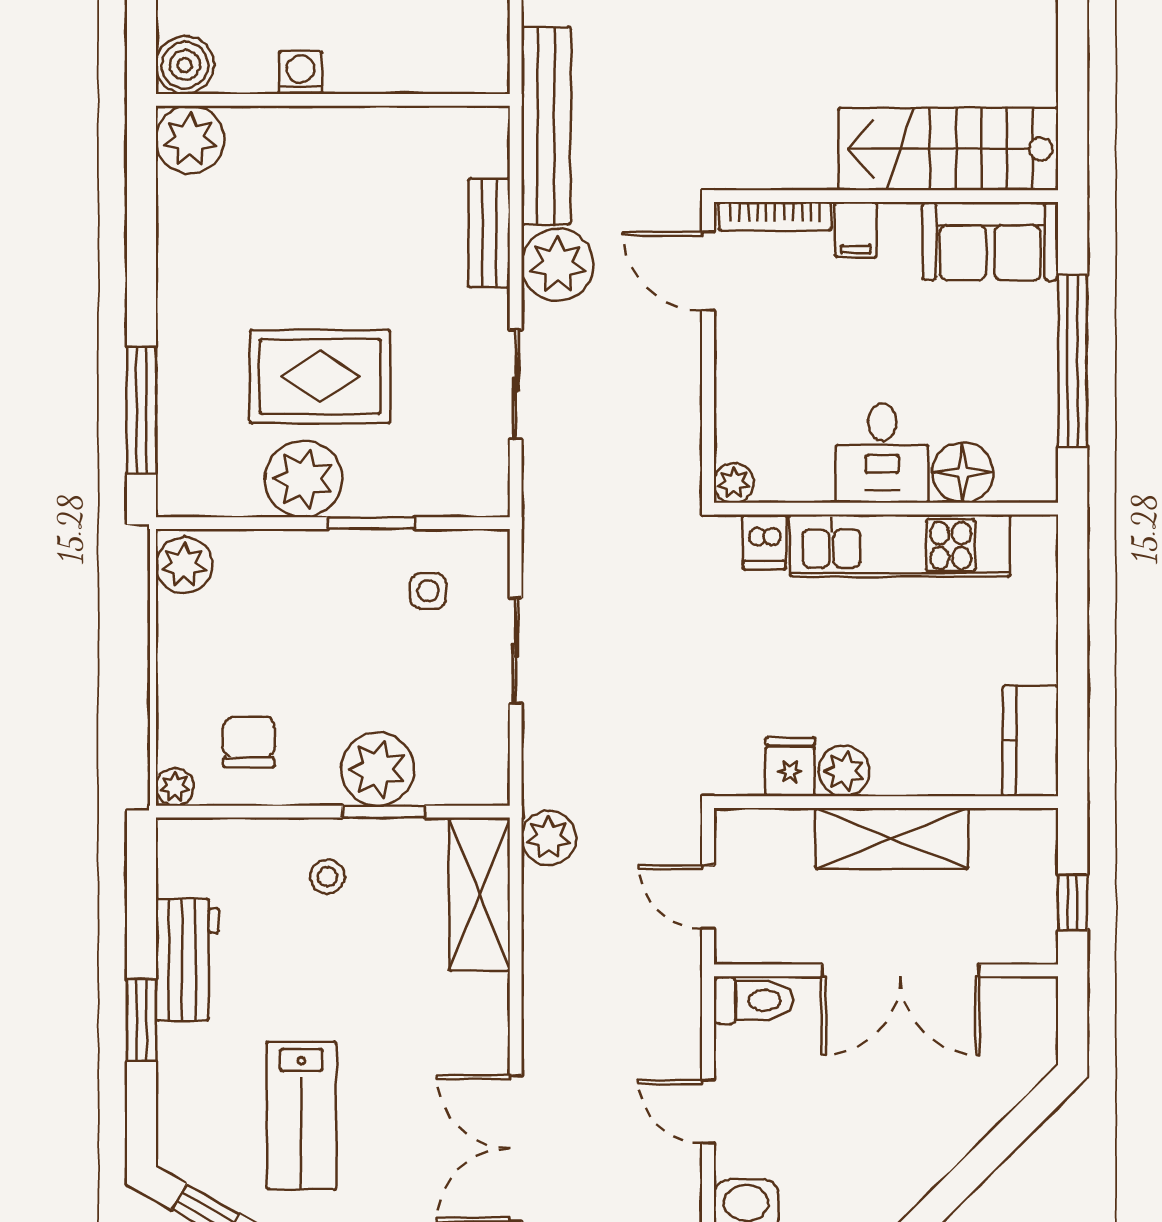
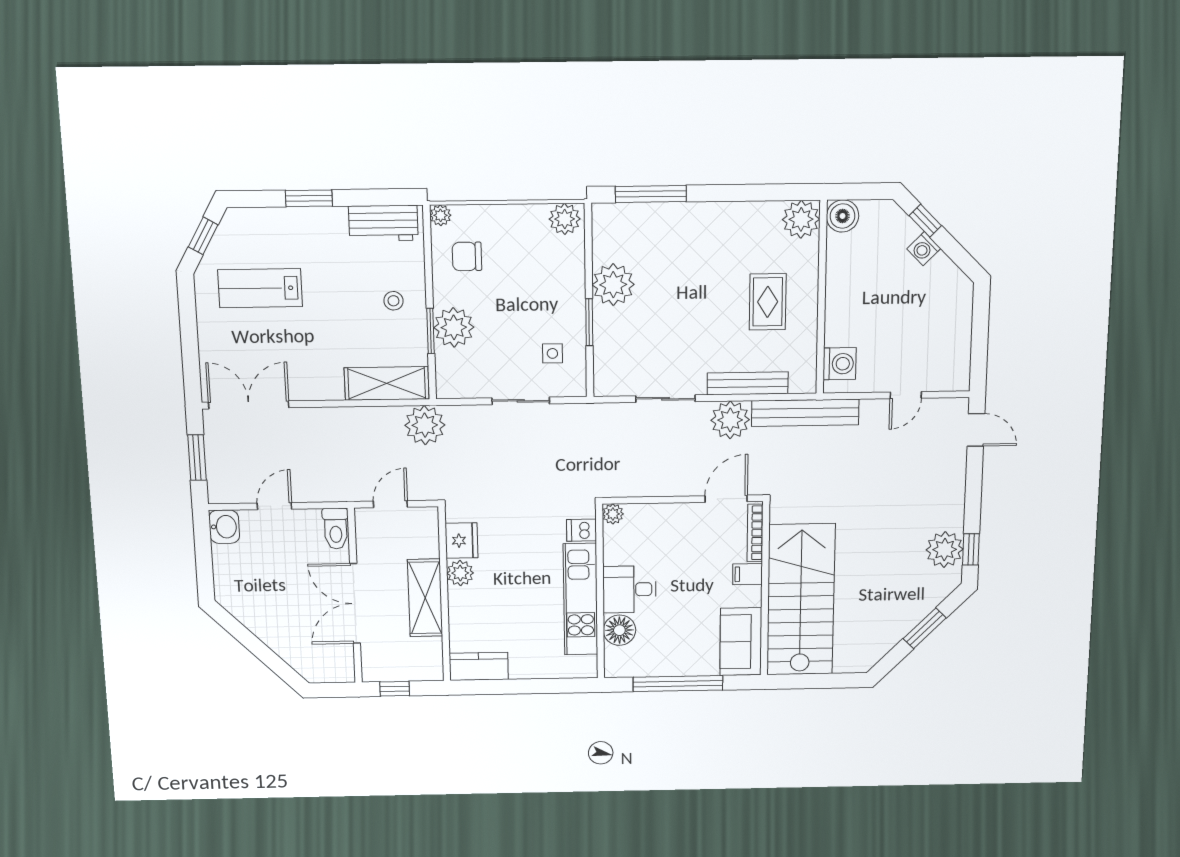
washing machine: (301, 72) -> (840, 364), moved, width x1.38, depth x1.38
stairs: (948, 149) -> (801, 600), width x1.36, depth x1.51
bench: (489, 233) -> (748, 383), width x1.36
rug: (320, 376) -> (768, 302), moved, width x0.73, depth x0.70
chair: (249, 742) -> (467, 256), turned 180
fridge: (790, 767) -> (461, 541), width x1.38
plant: (549, 838) -> (425, 425), width x1.36, depth x1.36
workbench: (187, 960) -> (383, 223), moved

